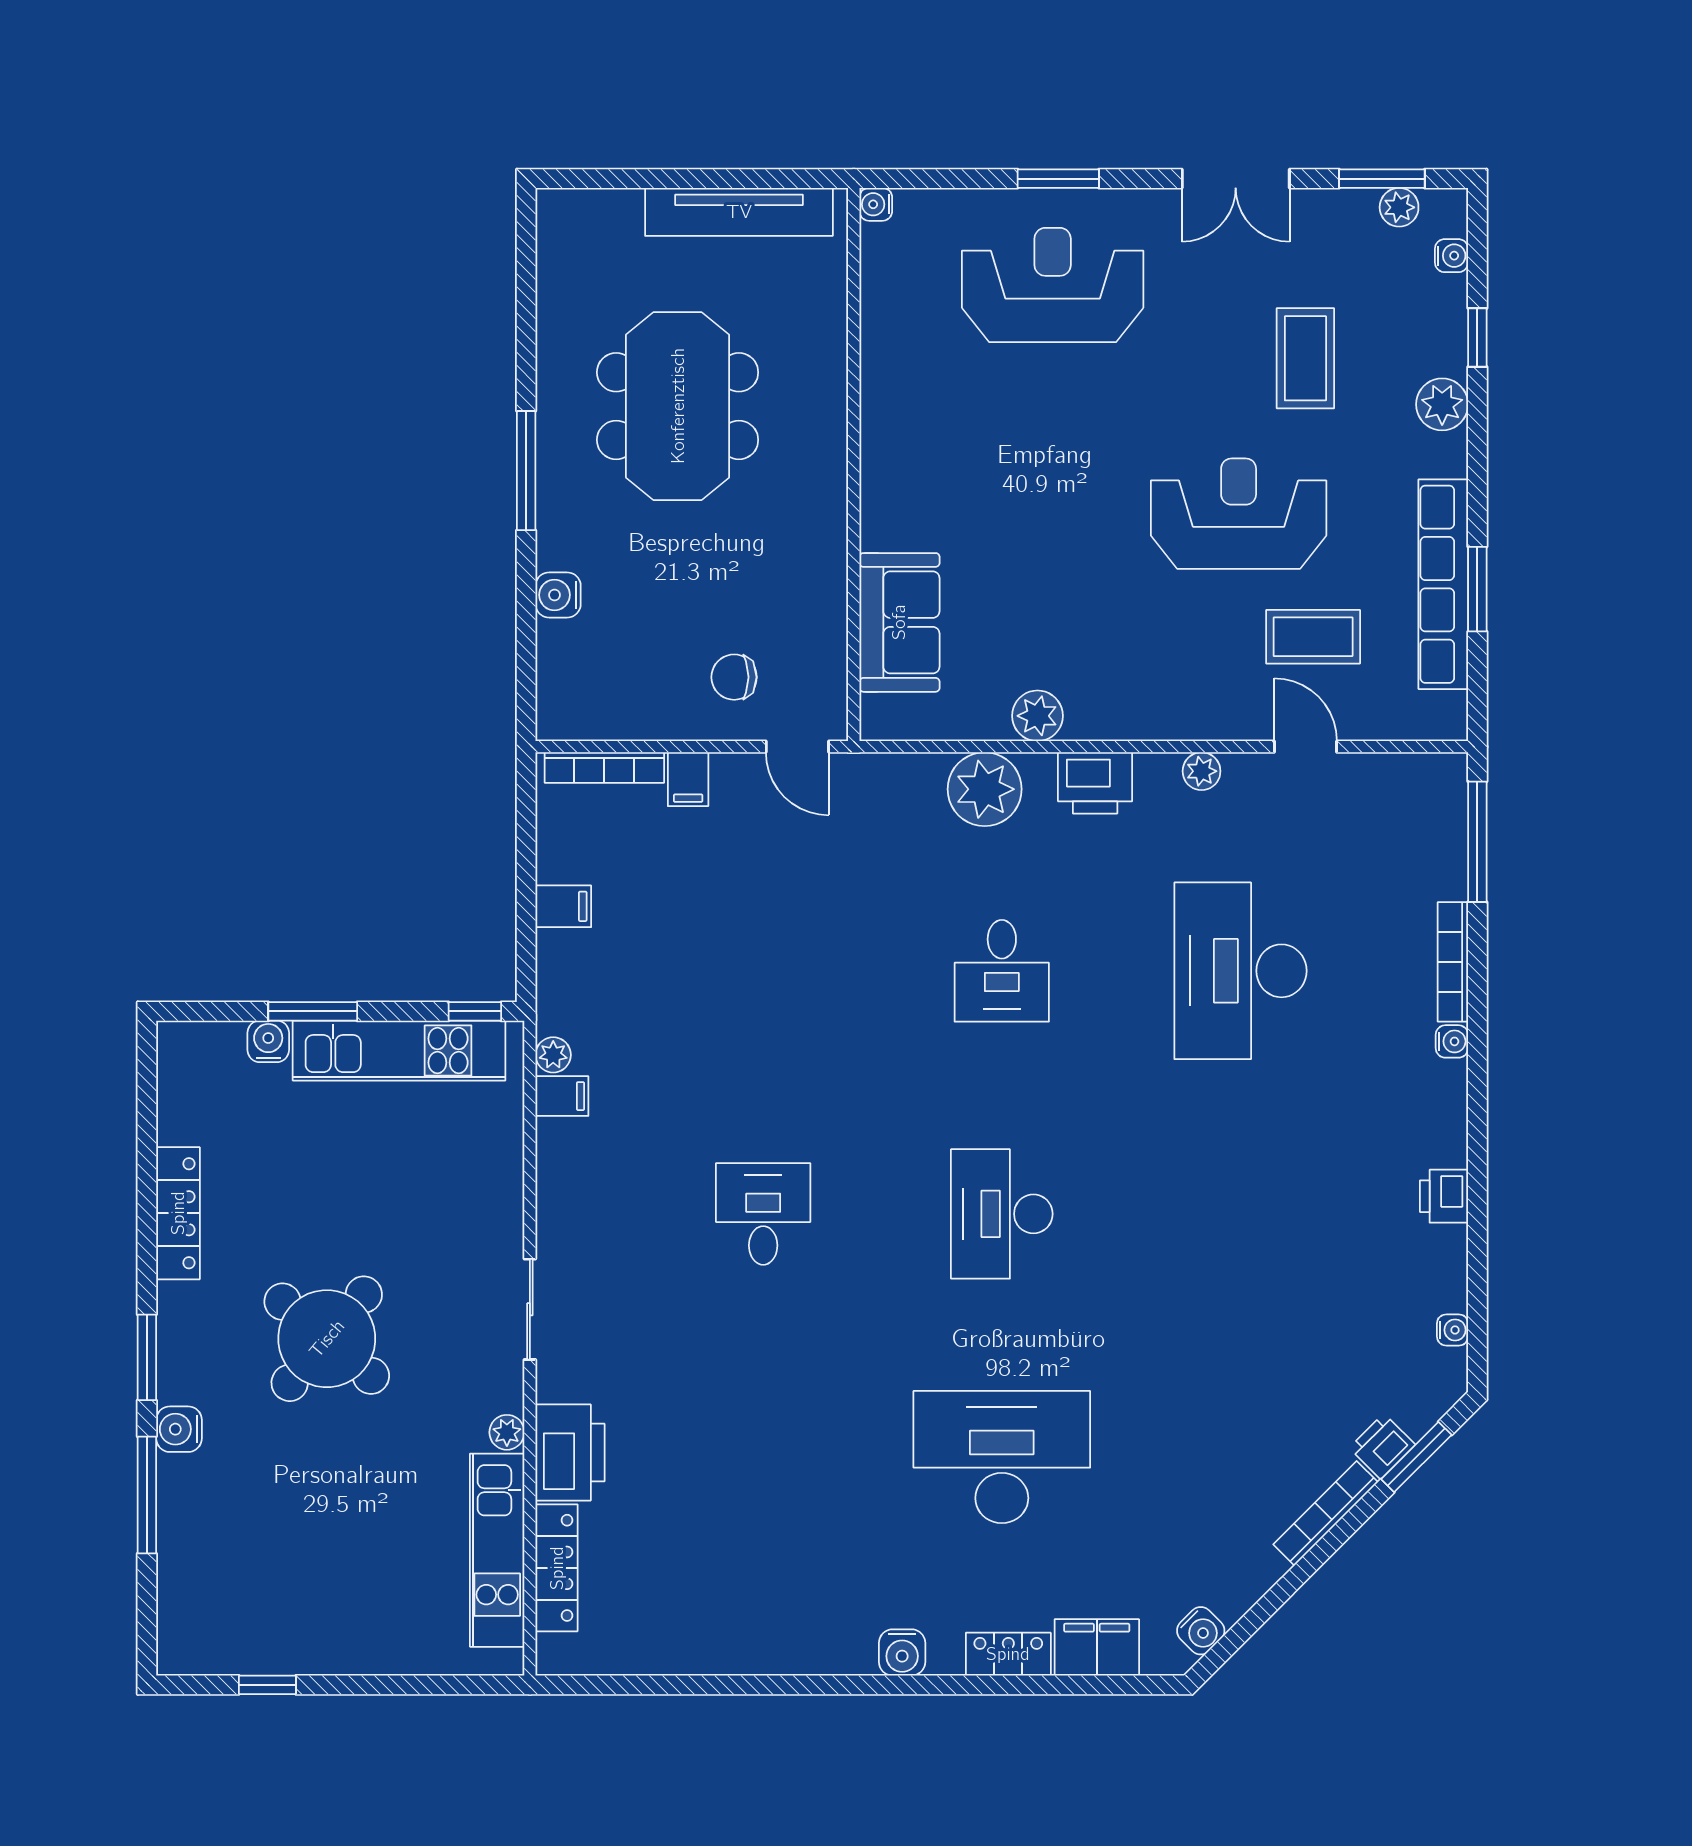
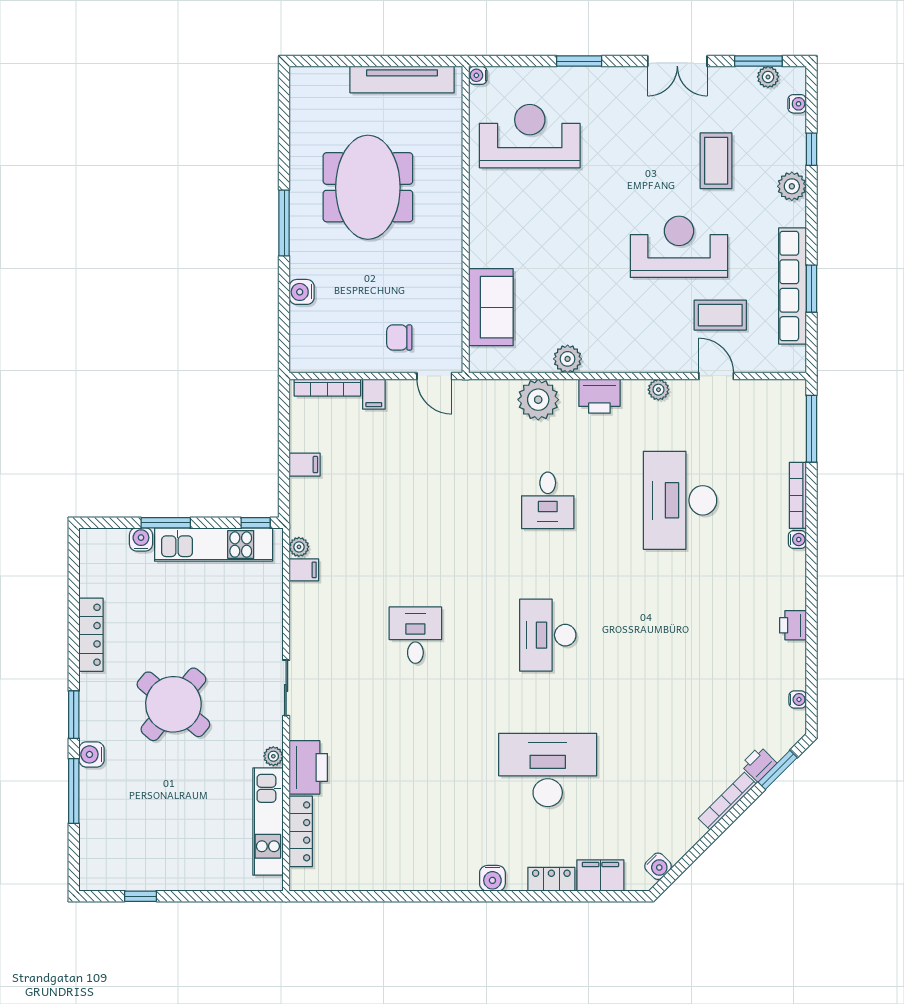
reception desk: (1053, 285) -> (530, 136), moved

